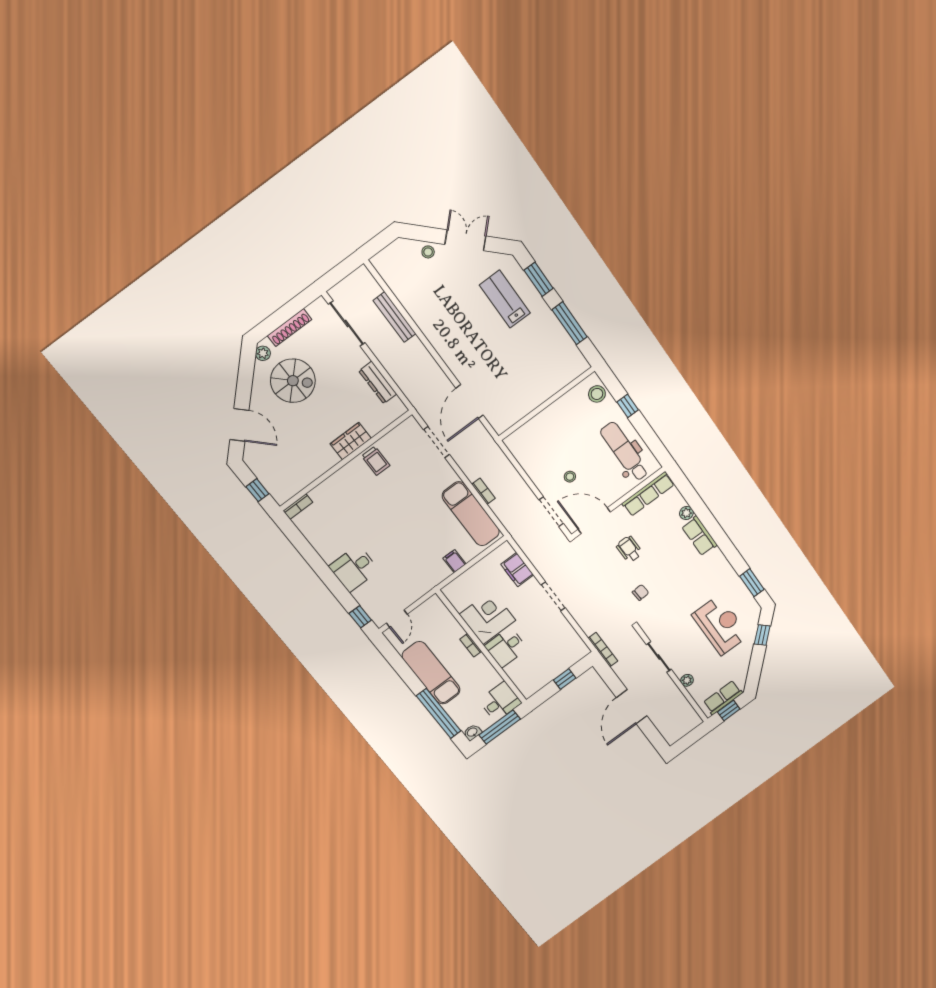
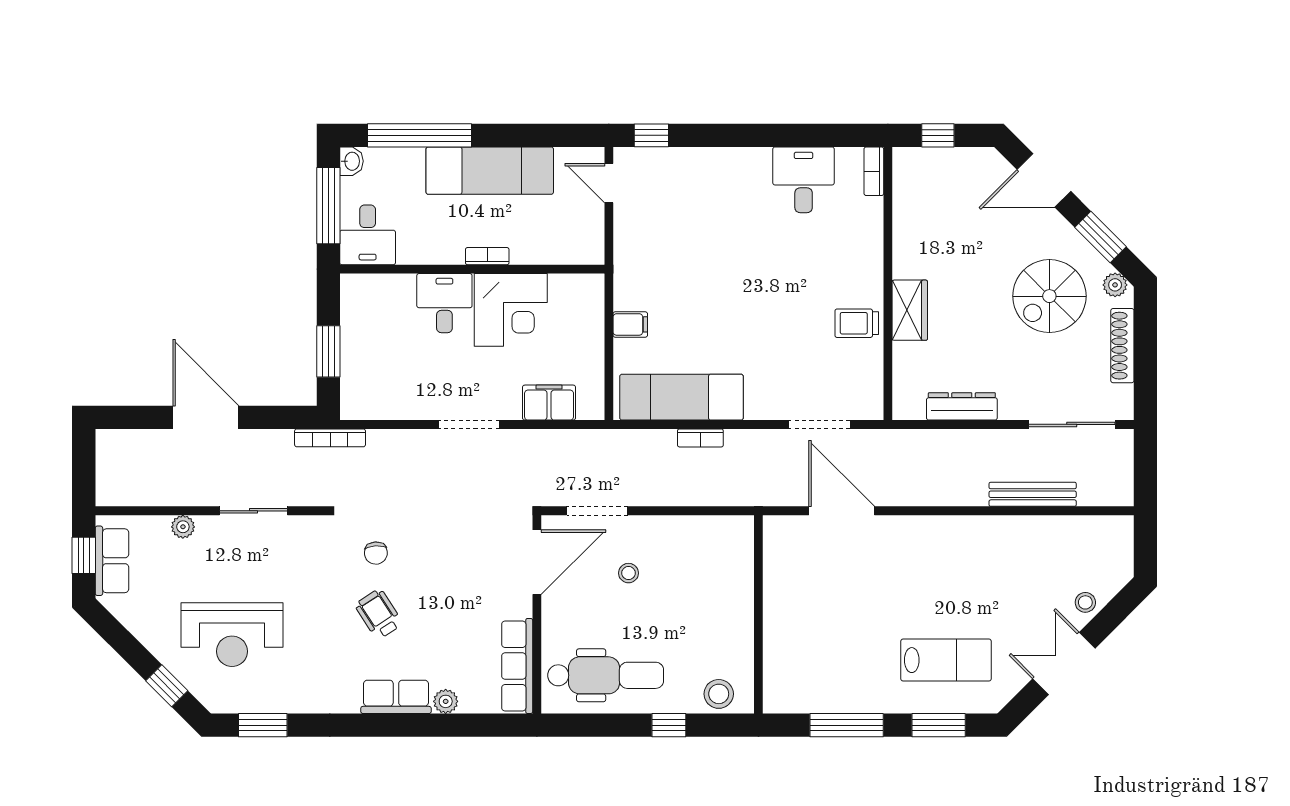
double door: (465, 240) -> (1064, 663), swing flipped
window: (245, 378) -> (1100, 237), added
wheelchair: (629, 549) -> (379, 614), moved, turned -123
desk: (354, 568) -> (804, 180), moved
window: (565, 679) -> (328, 351), width x1.50

